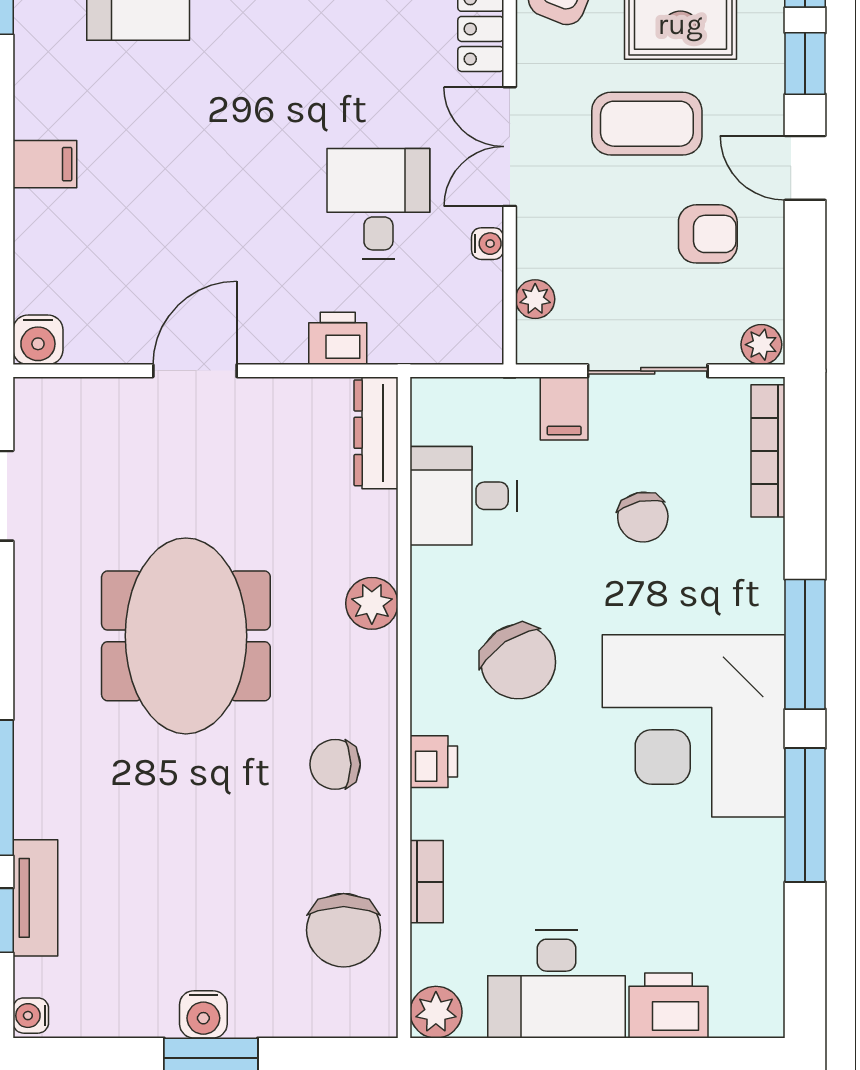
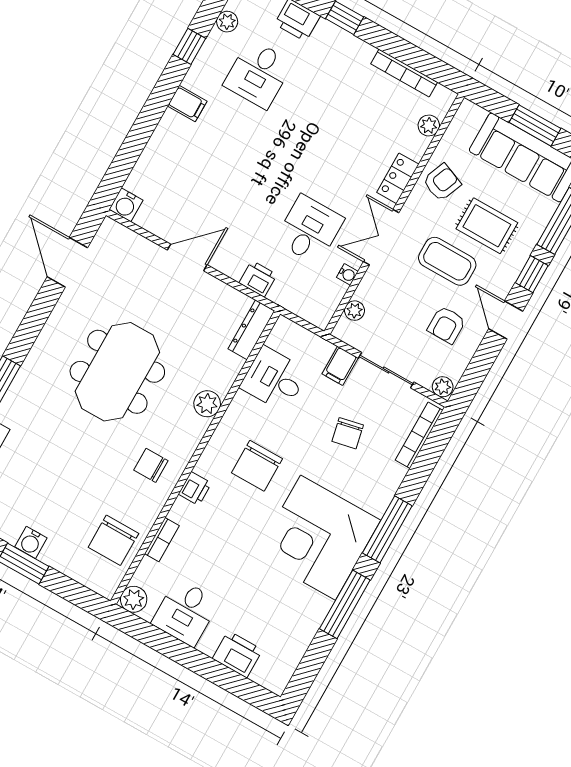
filing cabinet: (45, 164) -> (187, 104), moved
armchair: (708, 234) -> (447, 325), turned 90
chair: (518, 662) -> (257, 466), turned 34
desk: (556, 984) -> (185, 612), width x0.73

